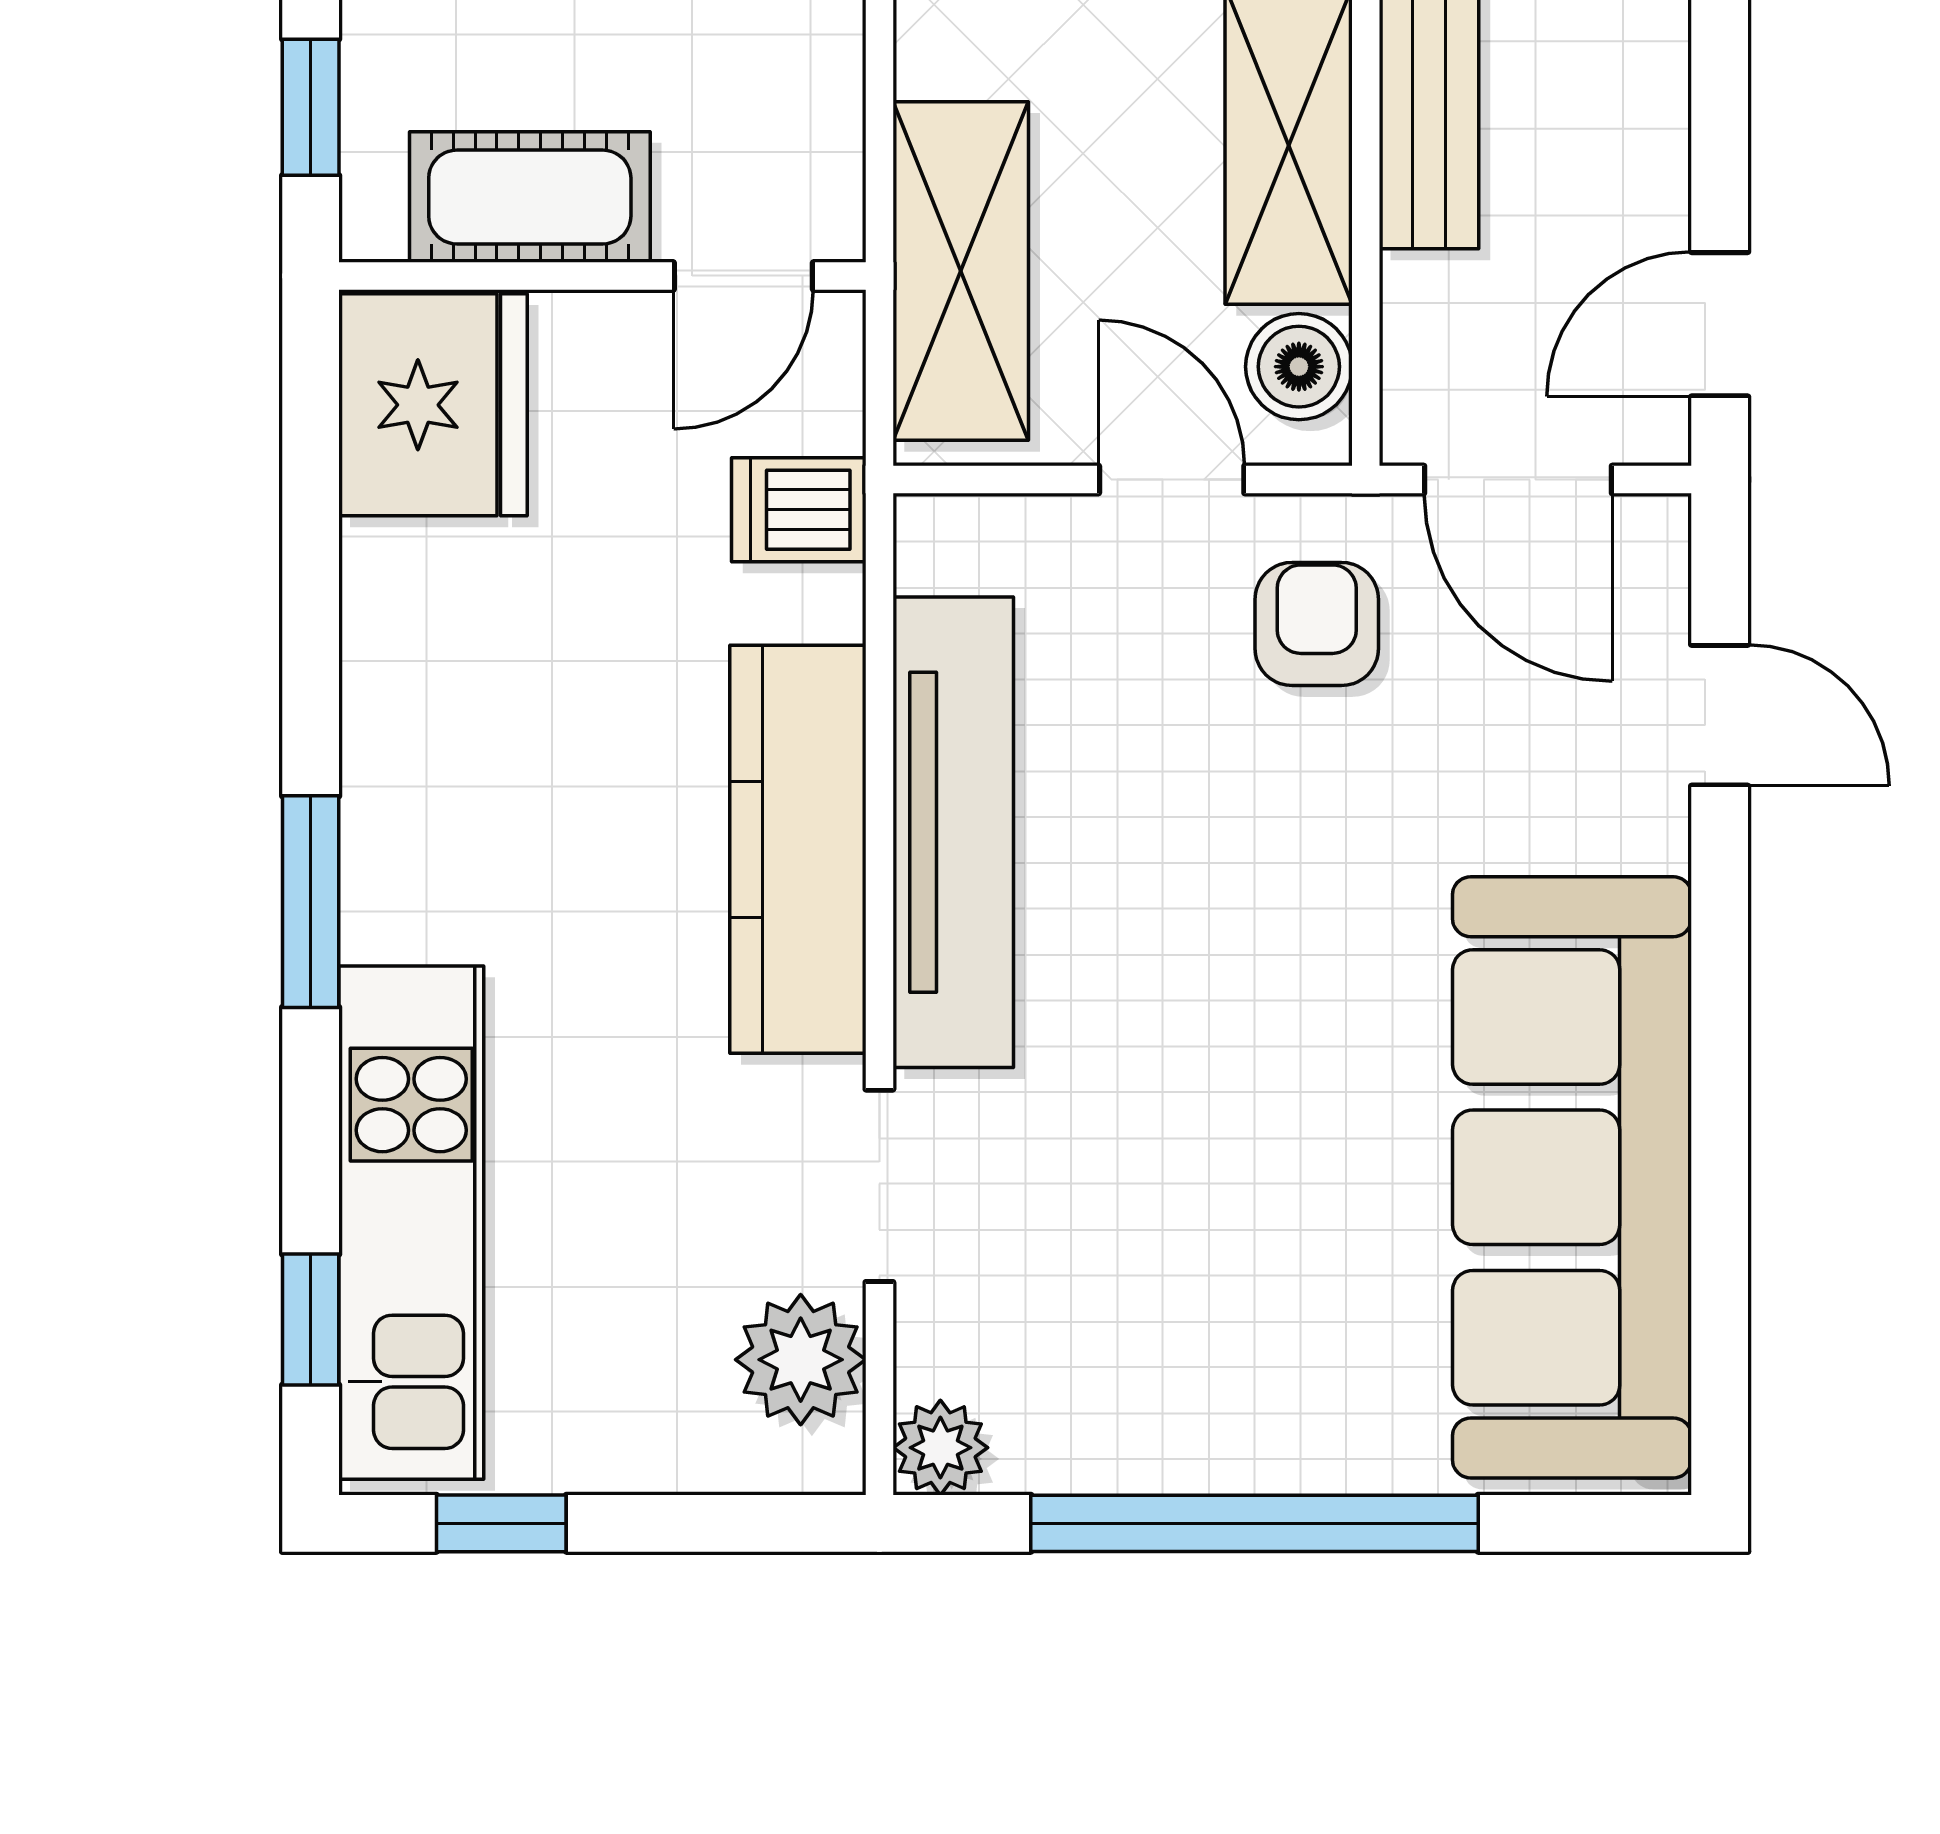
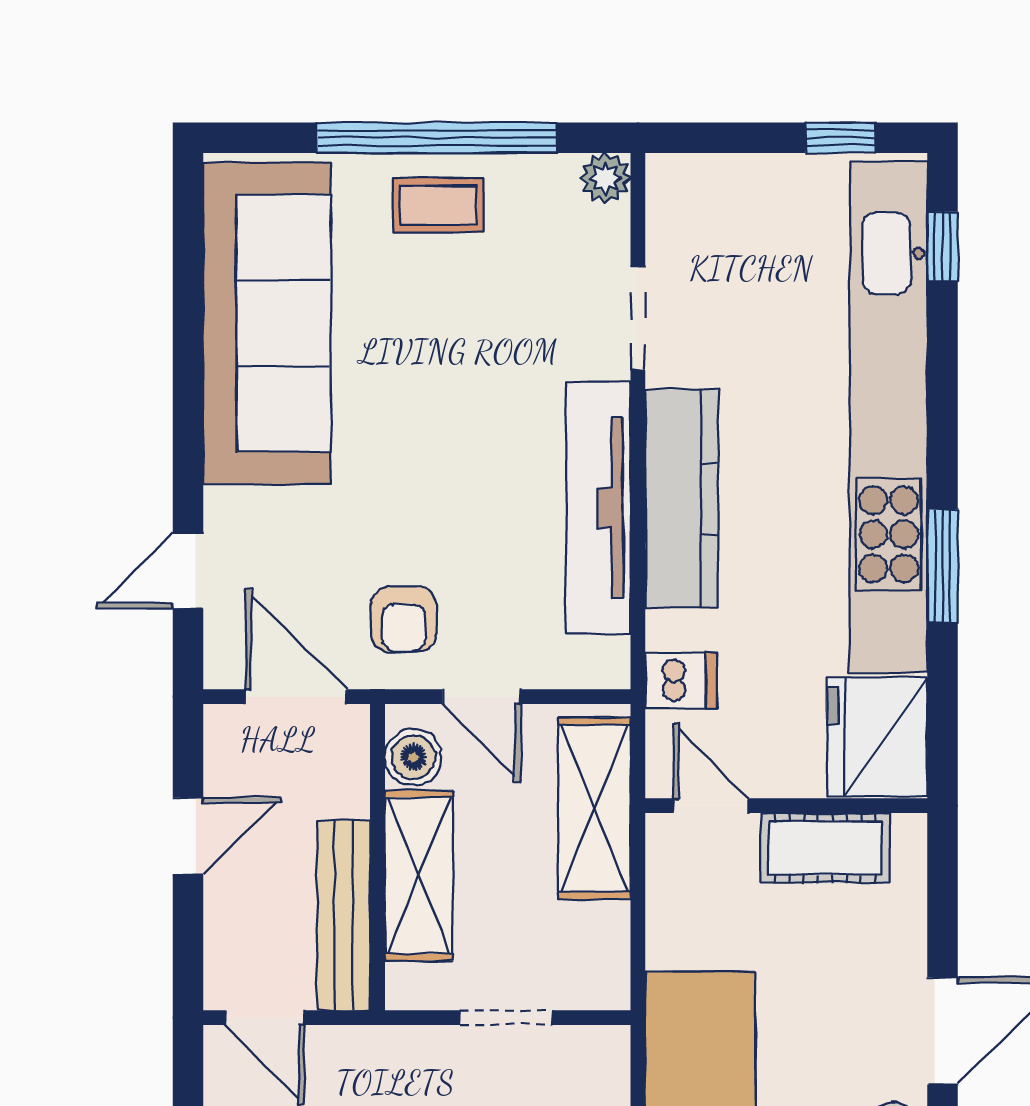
window: (311, 107) -> (943, 896), removed
door: (743, 276) -> (711, 806), hinge flipped
door: (1720, 324) -> (188, 836), moved
door: (1720, 715) -> (188, 570), hinge flipped
window: (311, 902) -> (943, 566), moved
kitchen unit: (411, 1223) -> (889, 417), width x1.86
plant: (801, 1360) -> (680, 225), removed
coffee table: (1252, 1397) -> (438, 205), added

